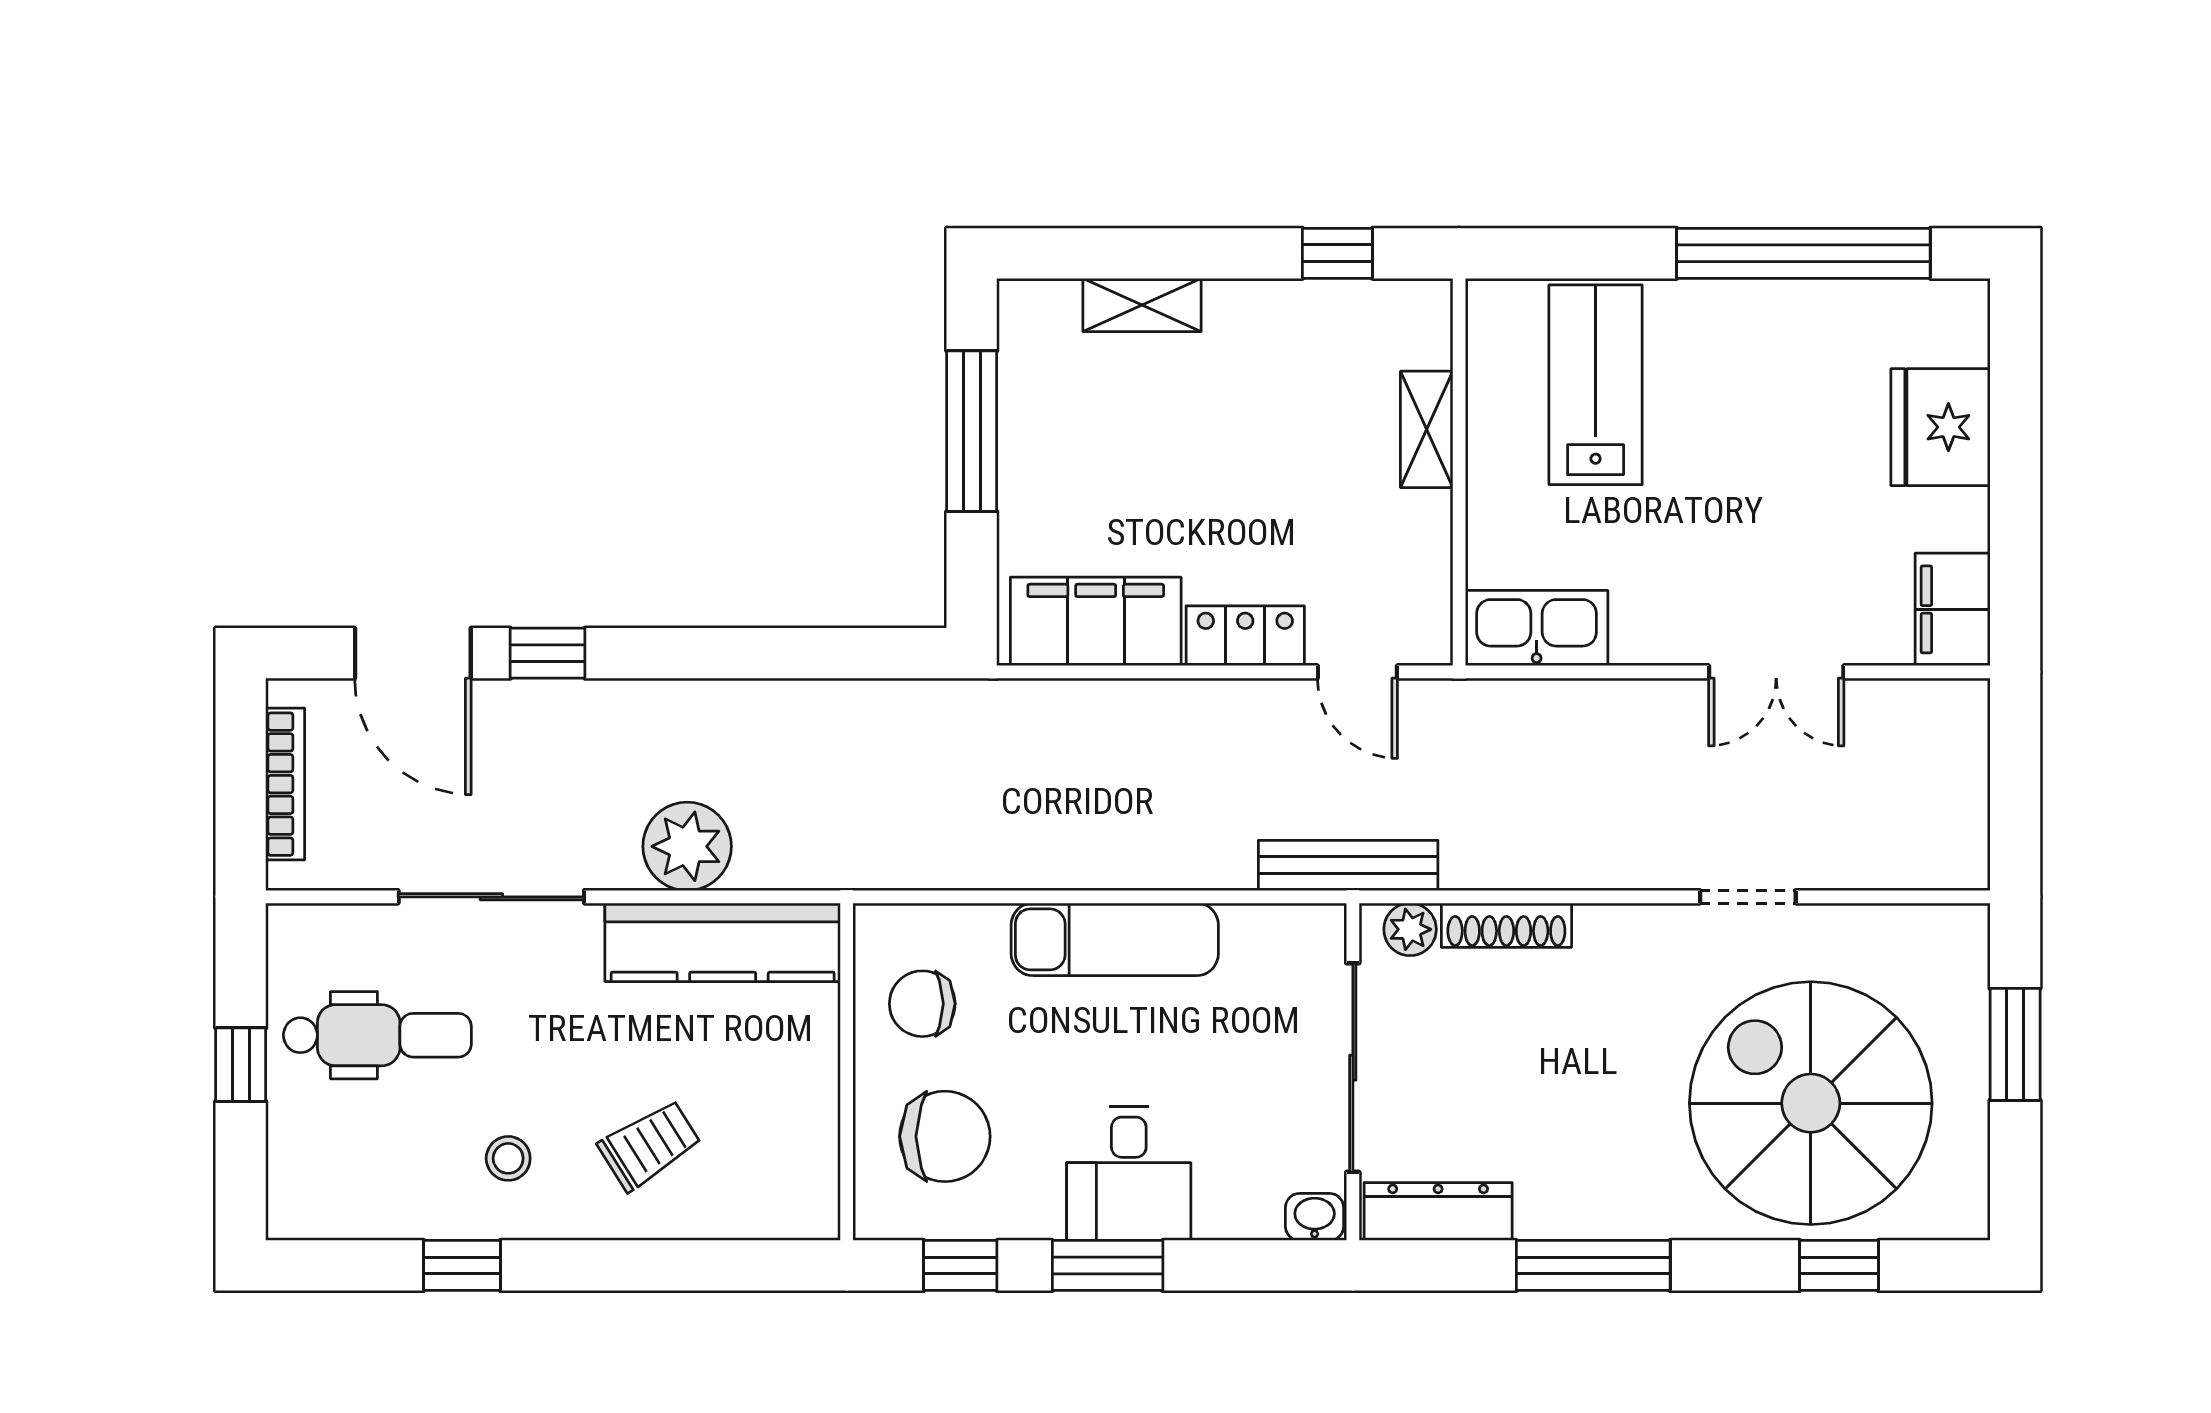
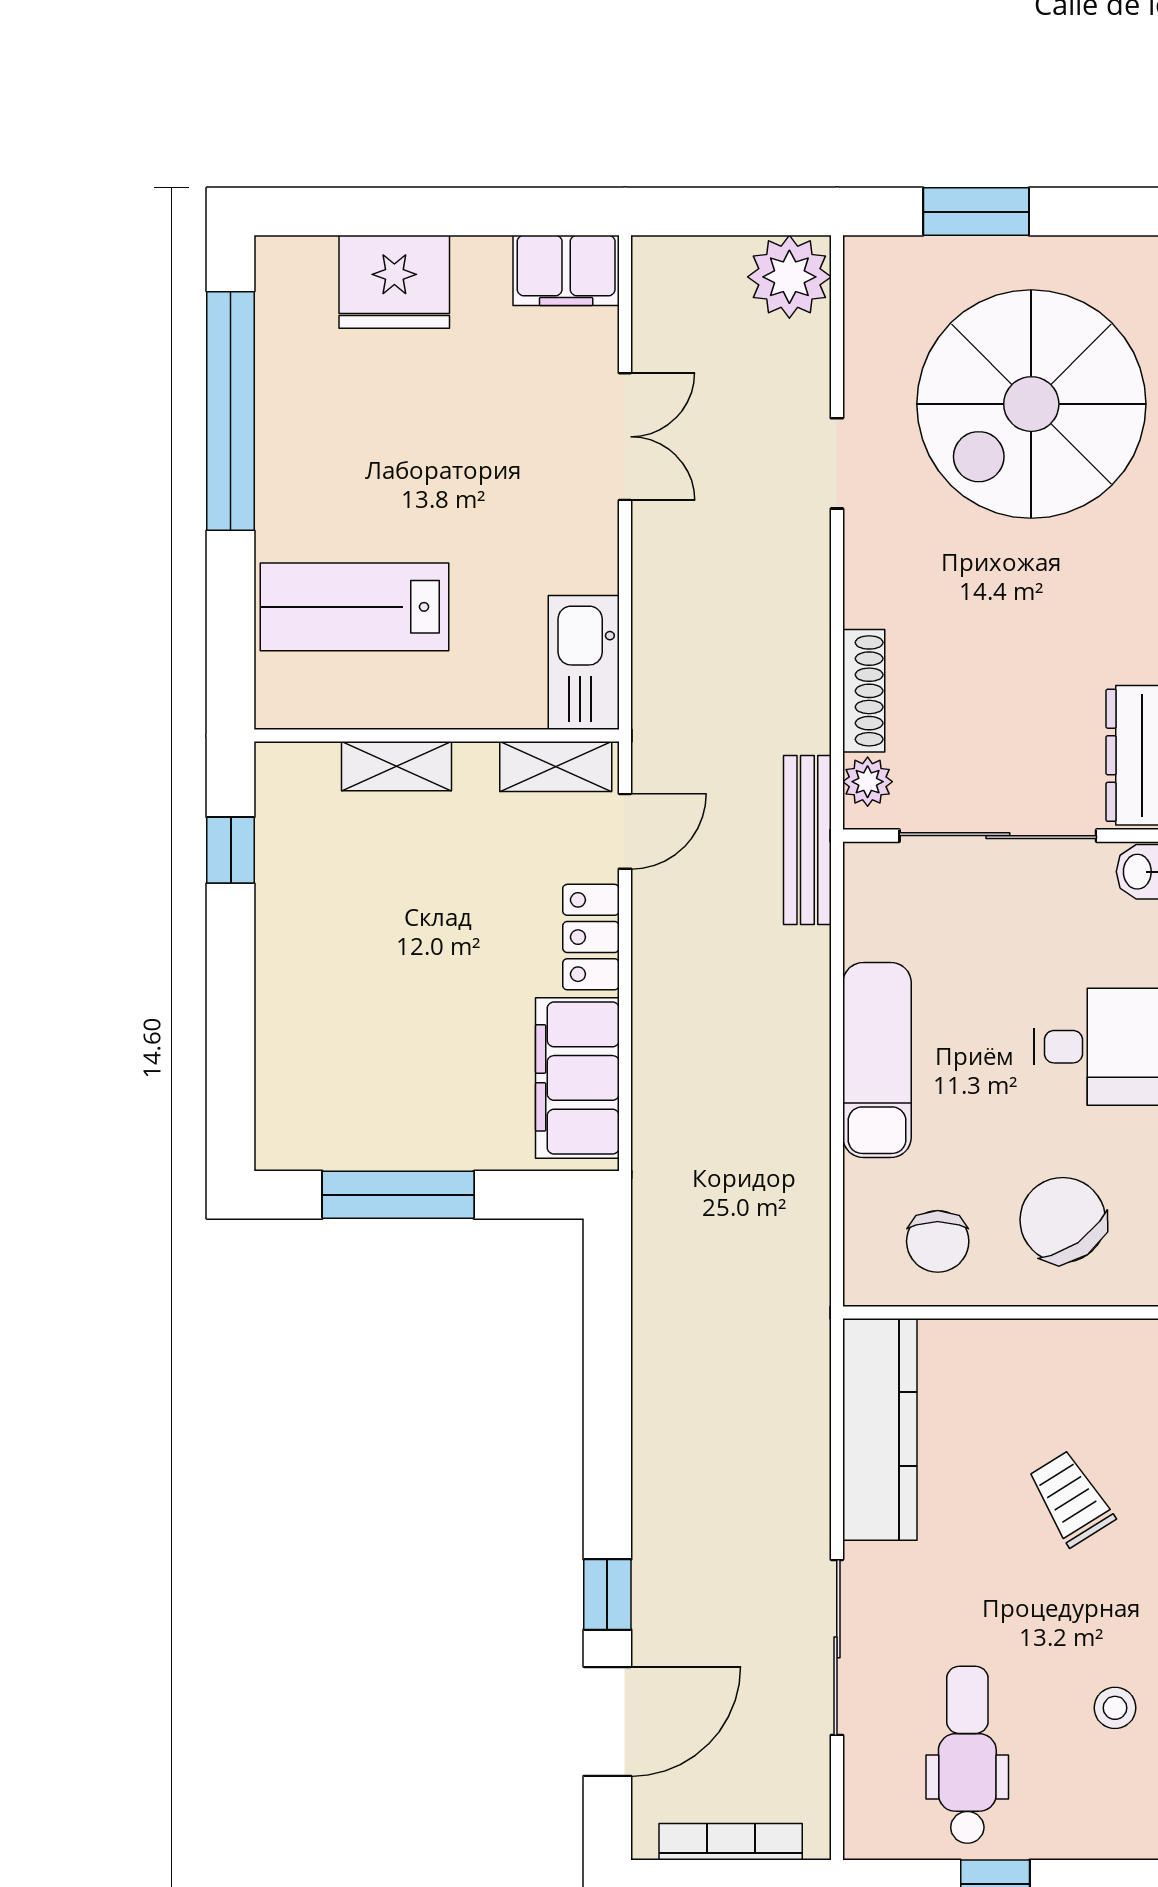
shelving: (1142, 305) -> (556, 767), moved, turned 90
plant: (687, 846) -> (789, 277), moved
chair: (945, 1136) -> (1063, 1220), turned -35
stool: (508, 1158) -> (1115, 1708), moved

